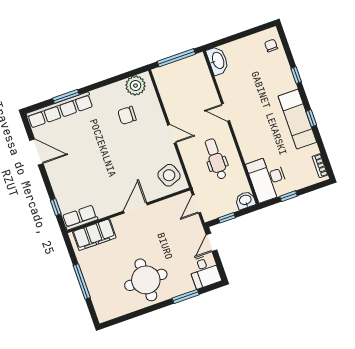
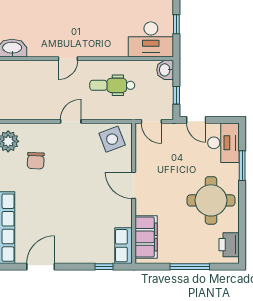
desk: (204, 272) -> (223, 143), width x1.37
printer: (113, 309) -> (229, 245), added

